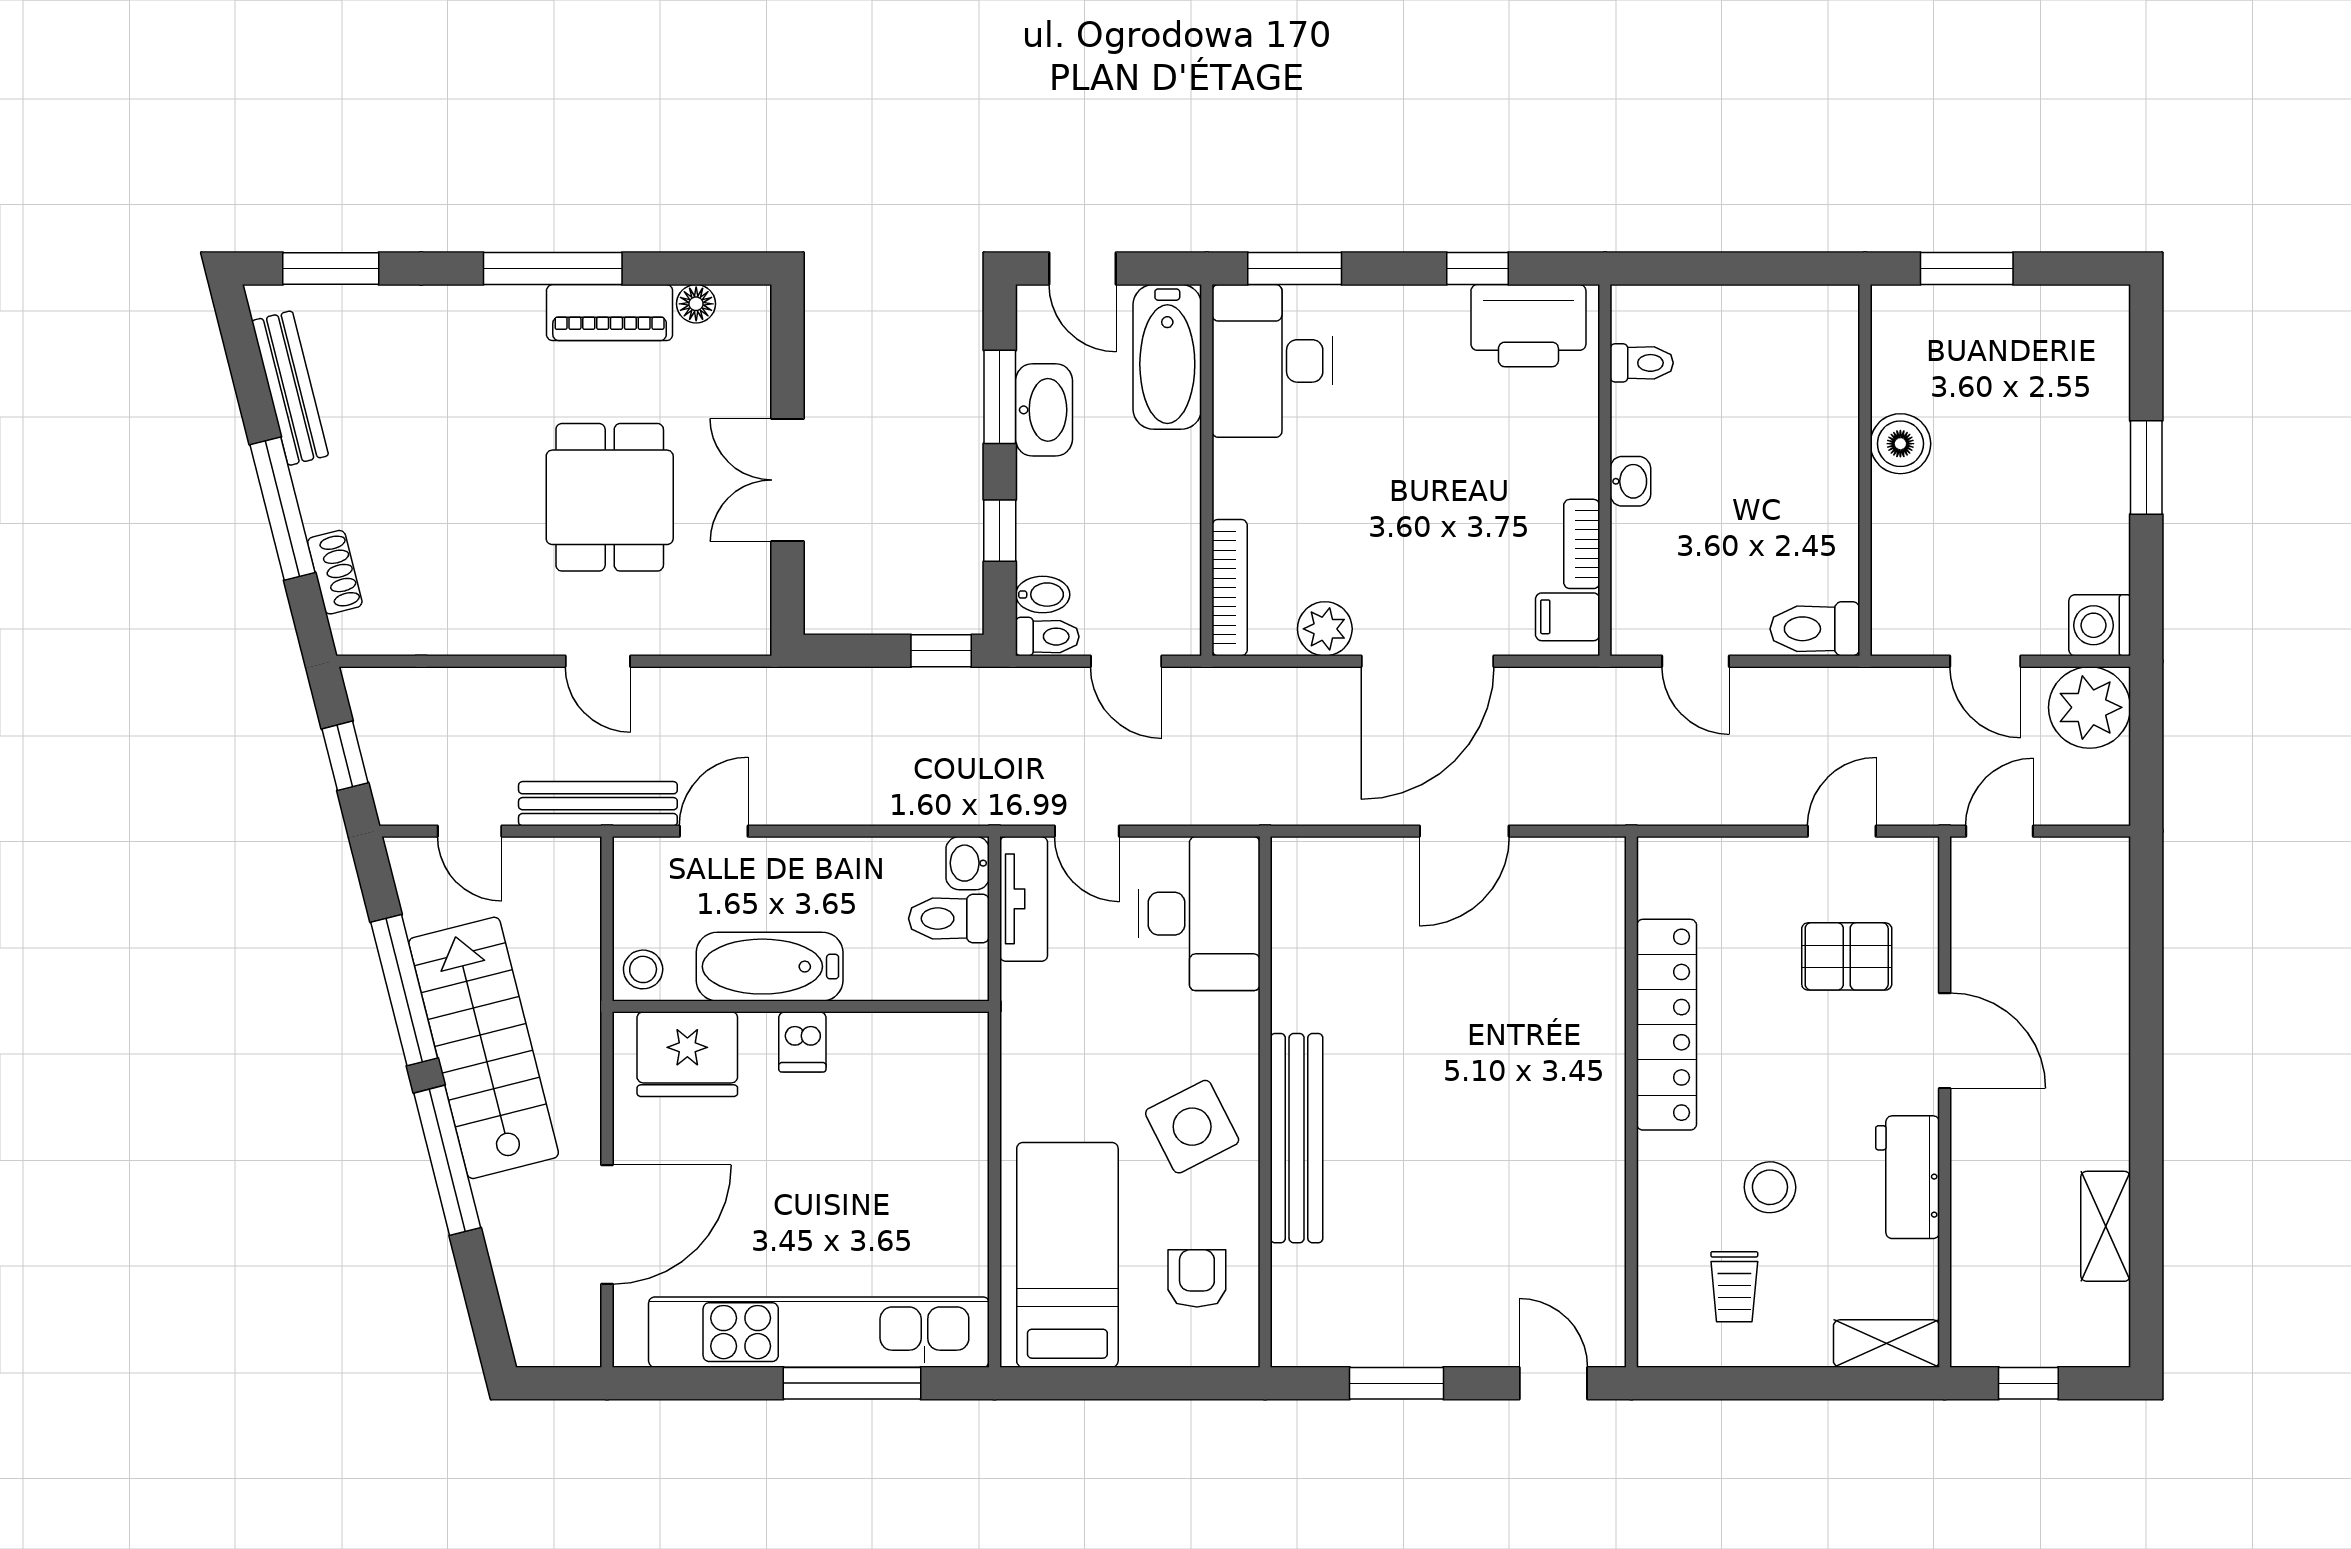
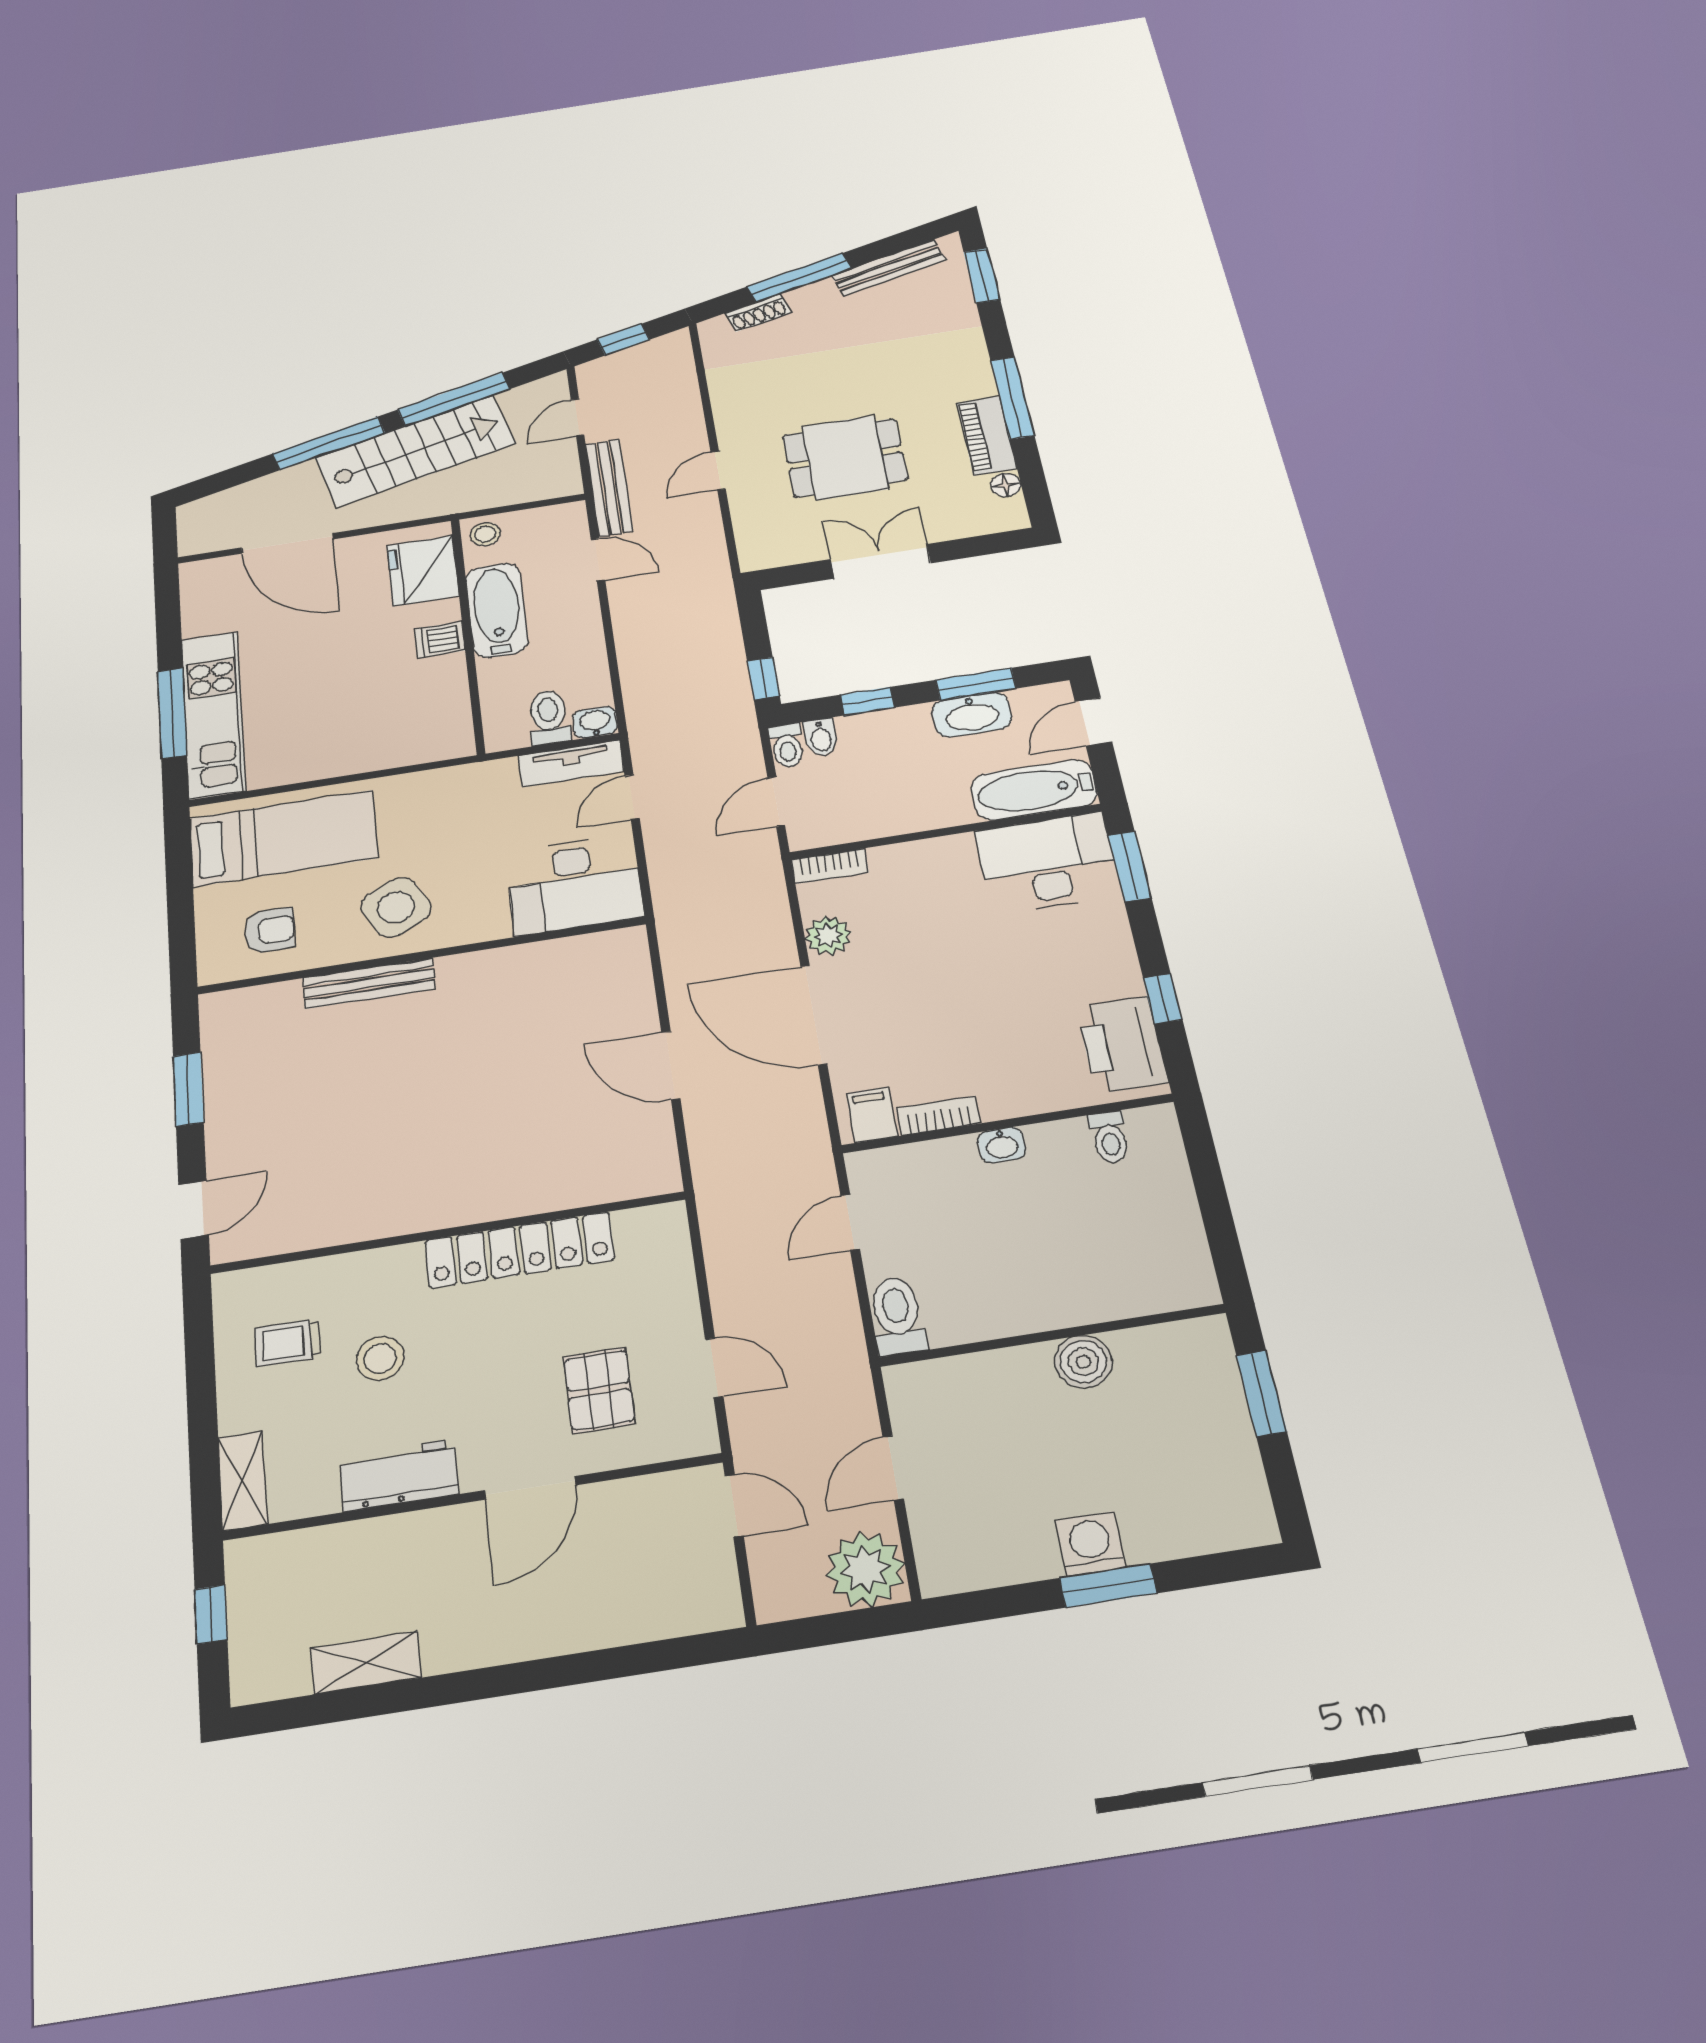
bookcase: (1230, 588) -> (830, 866), width x0.64
washing machine: (2100, 625) -> (1090, 1544), moved
bench: (1297, 1138) -> (369, 983), width x0.73, depth x0.82
kitchen unit: (819, 1332) -> (213, 715), width x0.73

